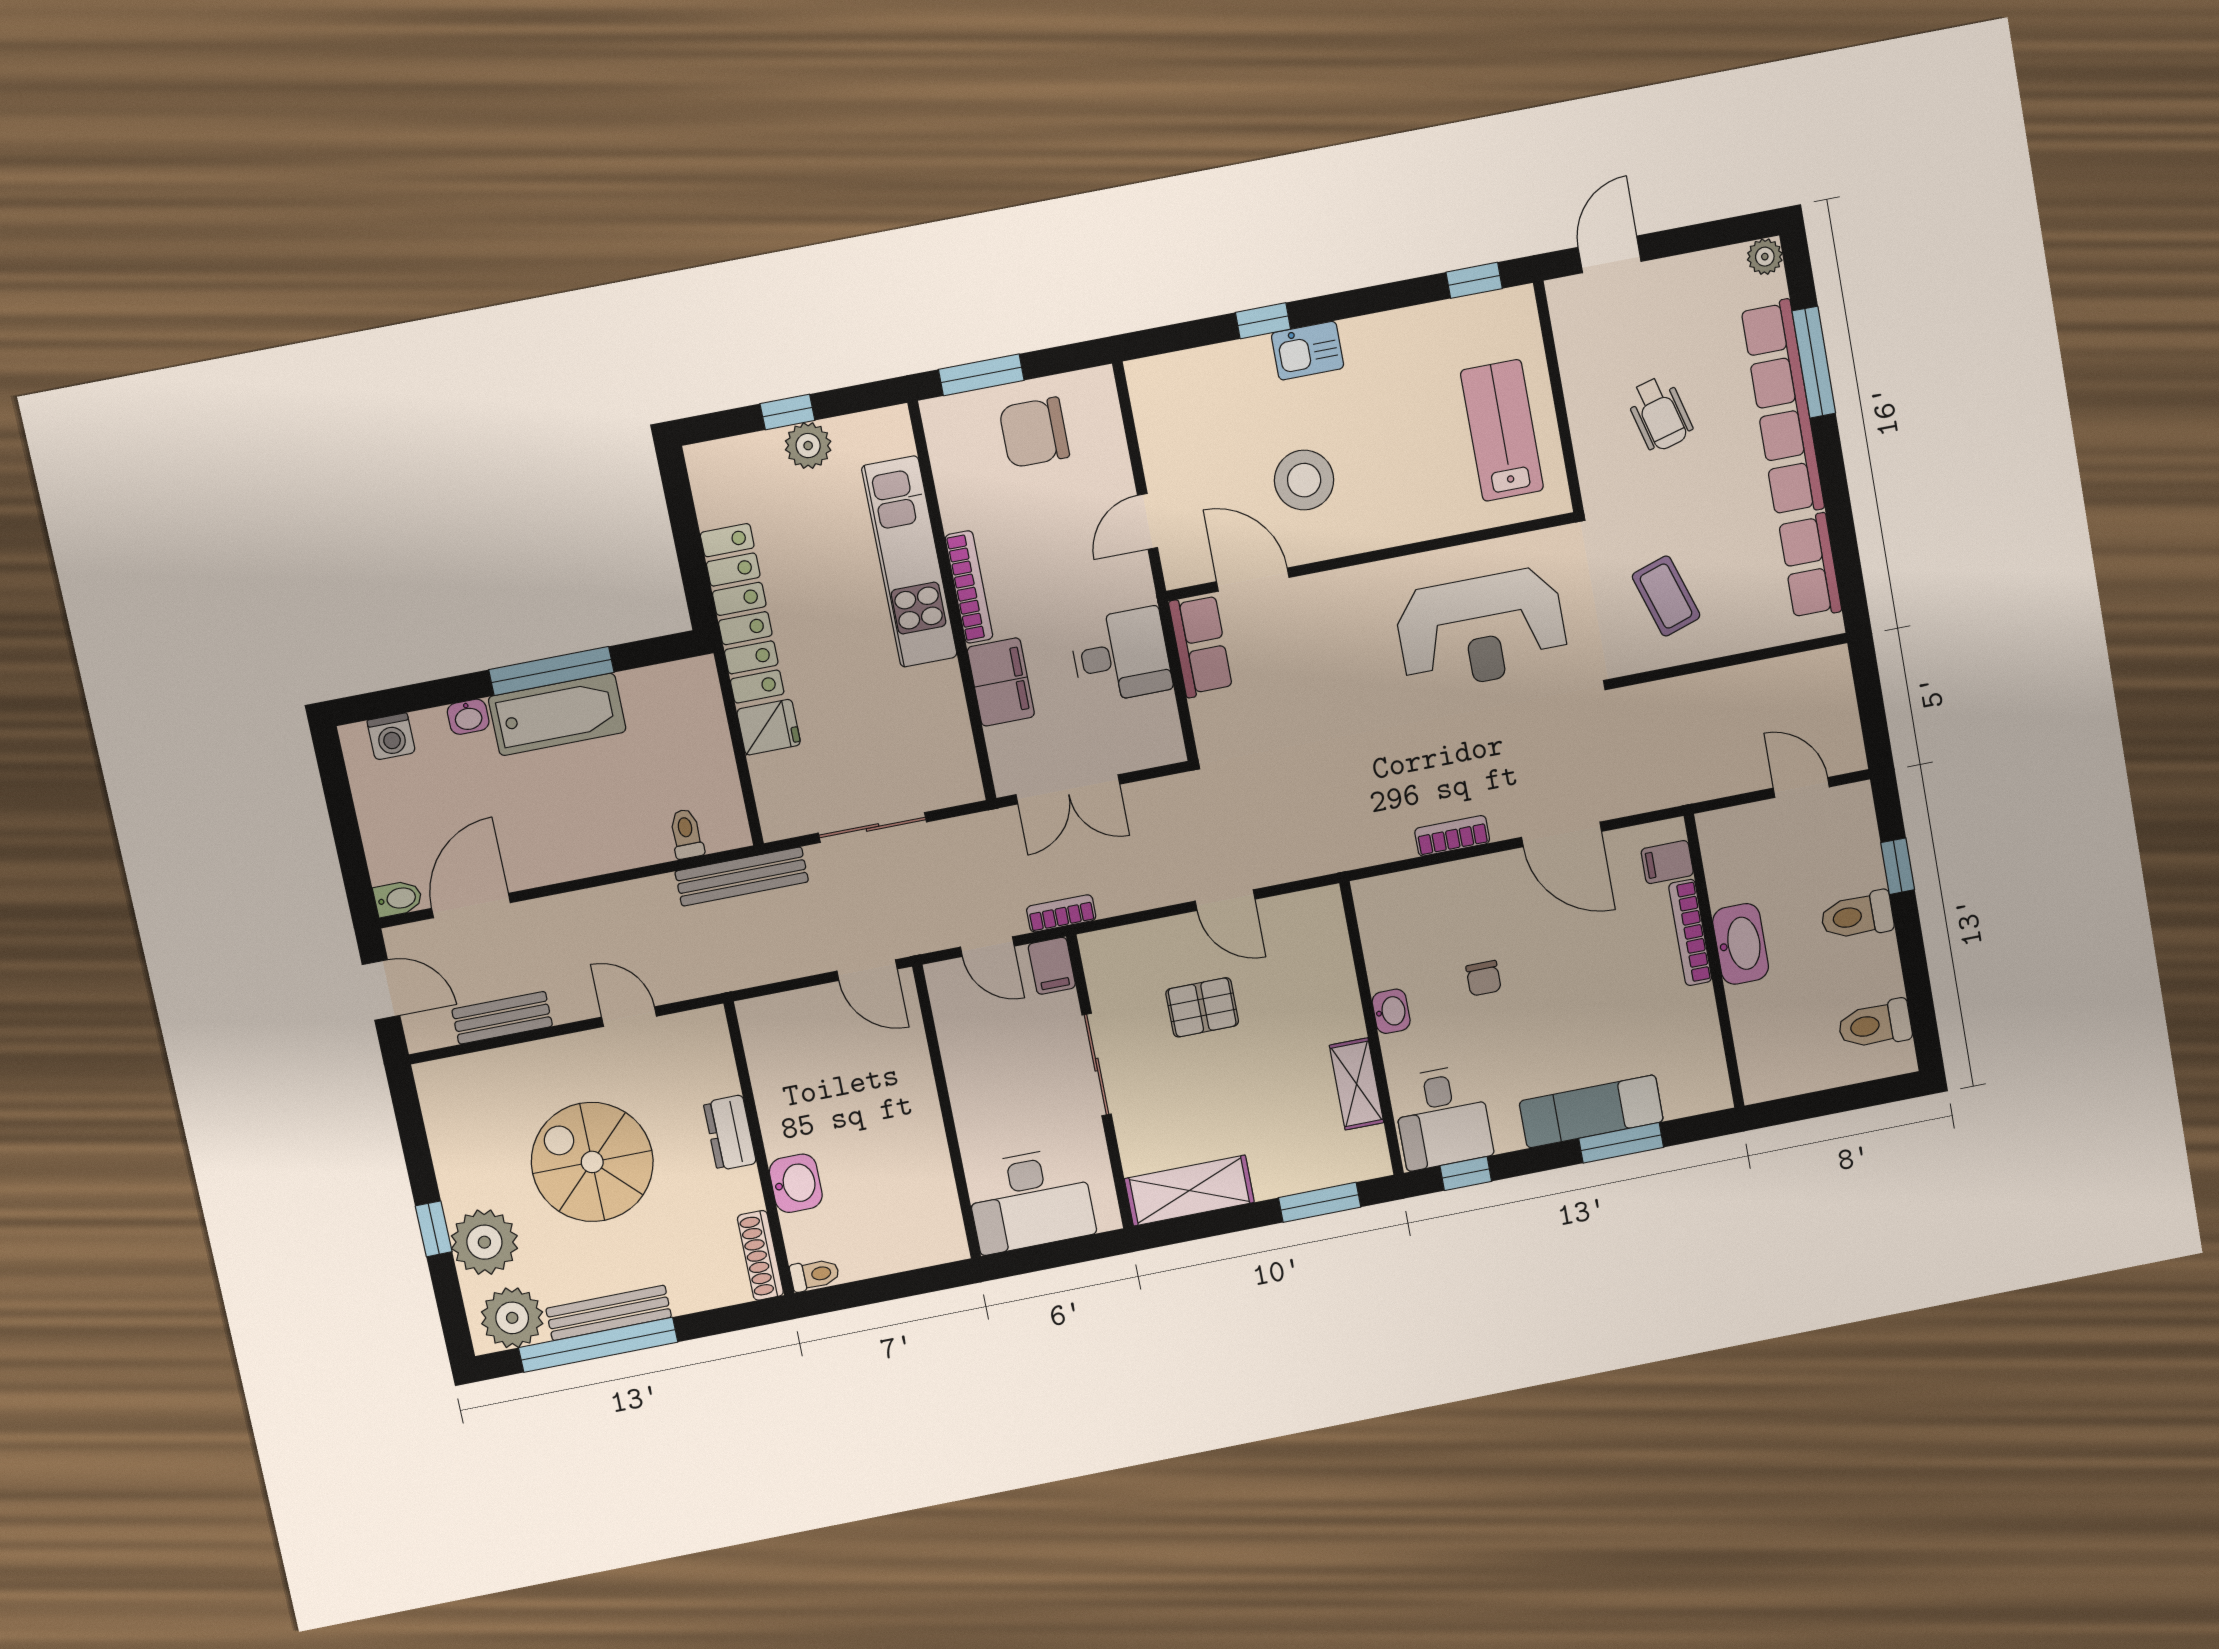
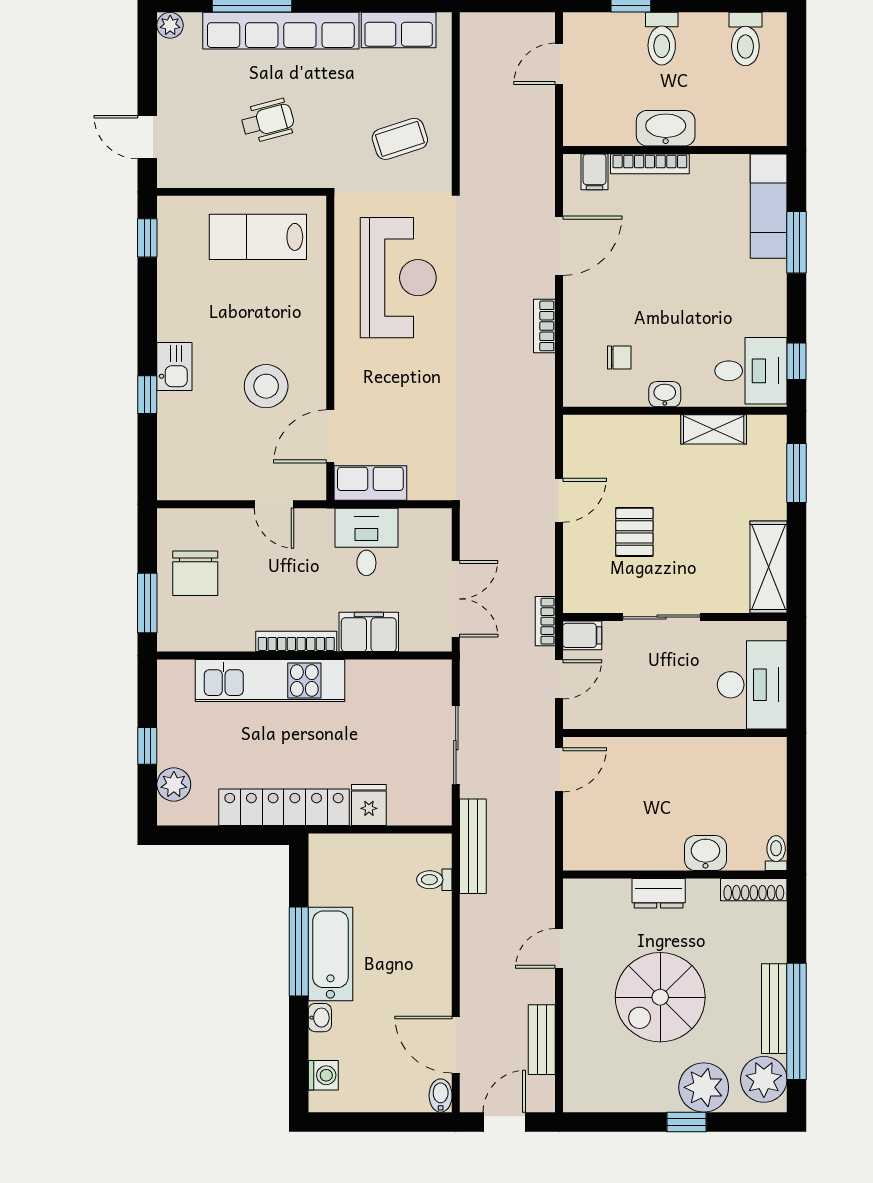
plant: (808, 446) -> (174, 784), moved
chair: (1484, 978) -> (619, 358), moved
exam couch: (1591, 1111) -> (769, 206), moved

